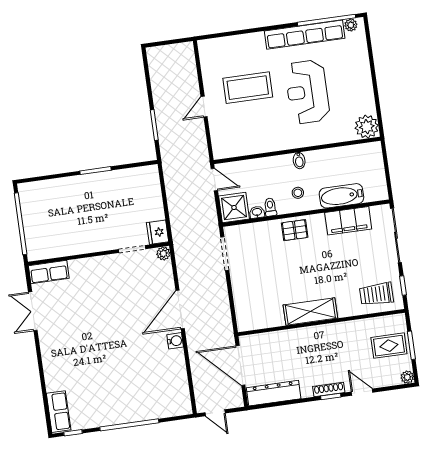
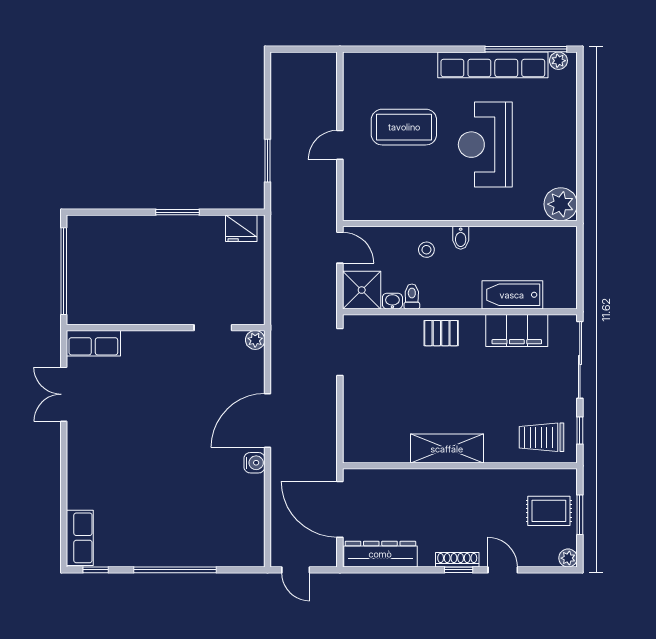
stool: (298, 193) -> (426, 250), moved
fridge: (158, 232) -> (241, 228), moved, turned -90

